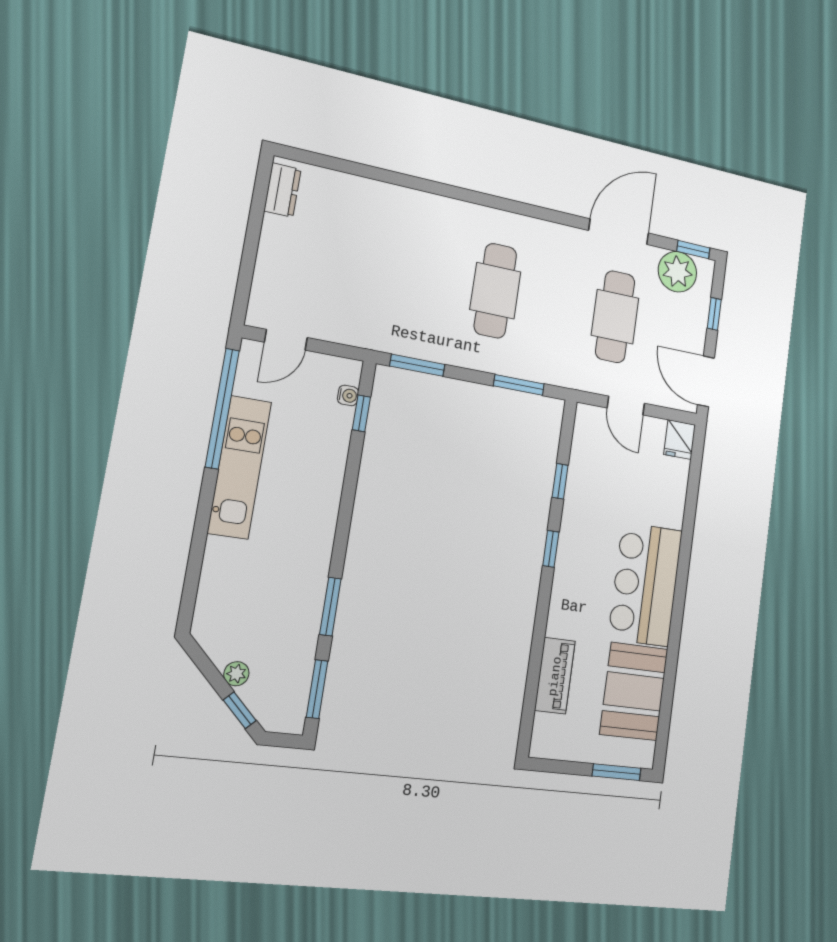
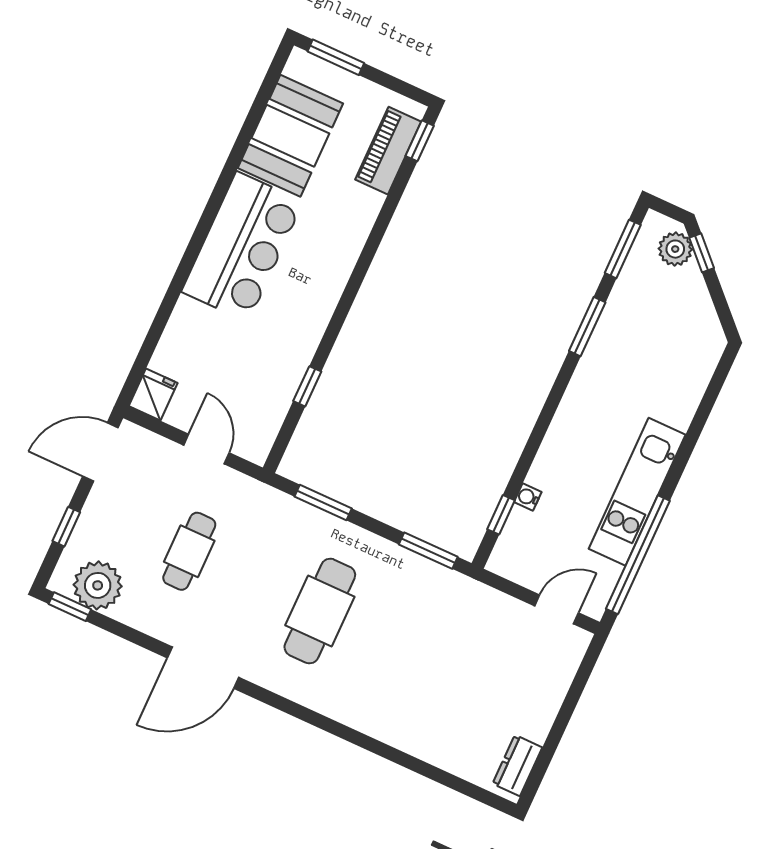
door: (619, 232) -> (203, 668), moved
cafe table: (615, 317) -> (189, 551), width x0.73, depth x0.74
door: (706, 381) -> (100, 452), swing flipped
water cooler: (348, 395) -> (528, 497), moved
window: (551, 549) -> (420, 141), moved
plant: (236, 674) -> (675, 249), moved, width x1.38, depth x1.38
piano: (555, 676) -> (388, 151), moved

